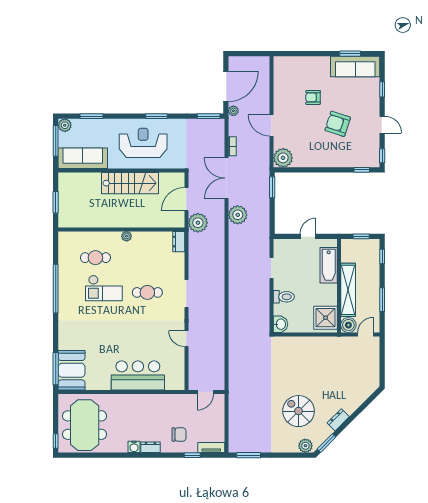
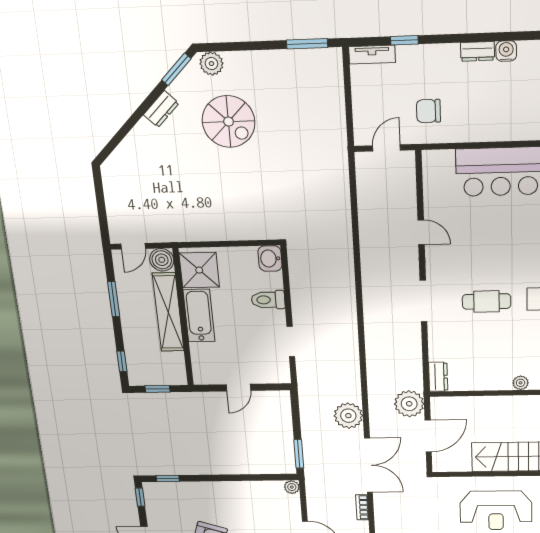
plant: (283, 158) -> (292, 487), width x0.53, depth x0.53
bathtub: (329, 265) -> (199, 316), moved
chair: (179, 435) -> (428, 111), moved

